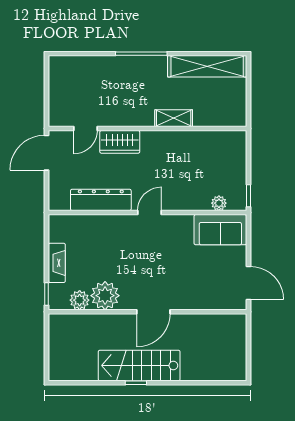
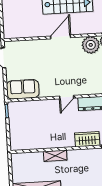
plant: (219, 203) -> (25, 105), removed

